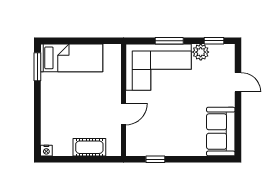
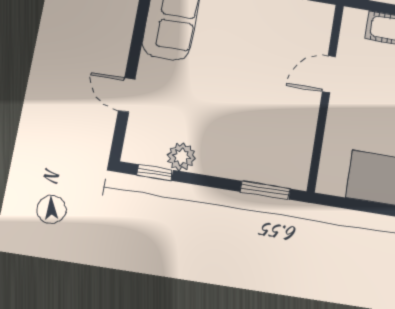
window: (169, 41) -> (265, 190), moved
corner sofa: (159, 67) -> (258, 143), removed

